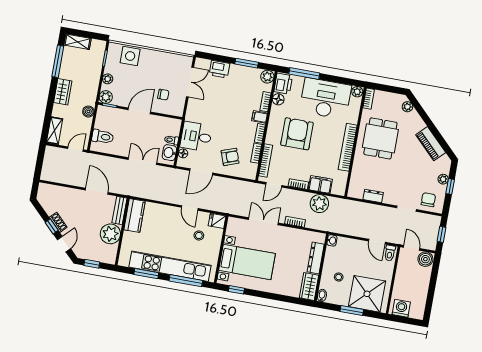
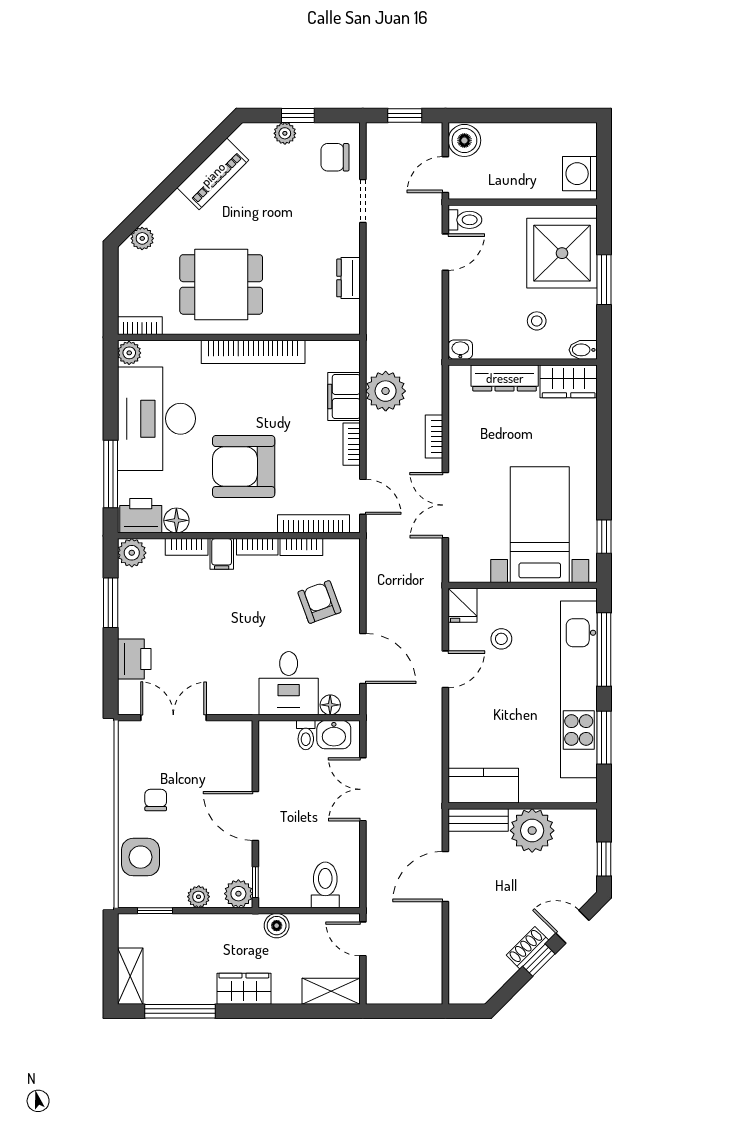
chair: (163, 95) -> (156, 800), moved

